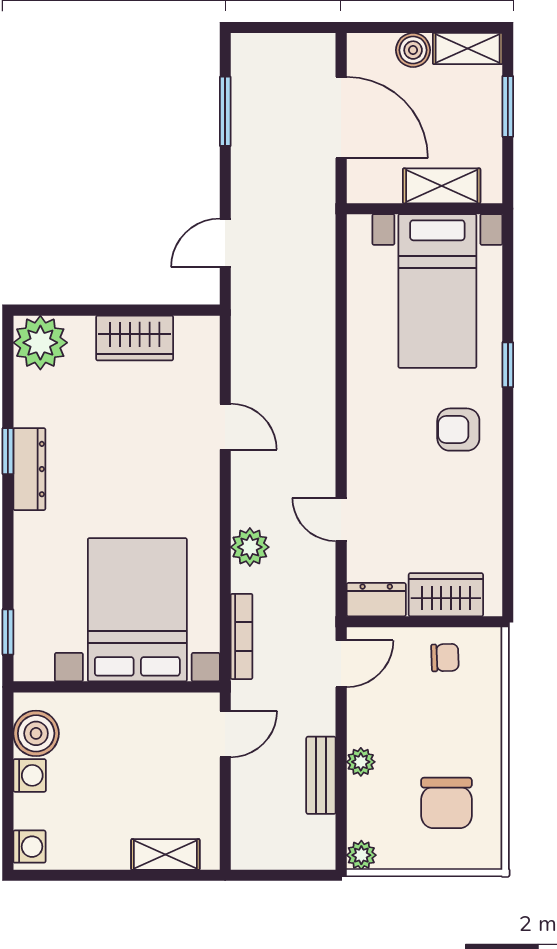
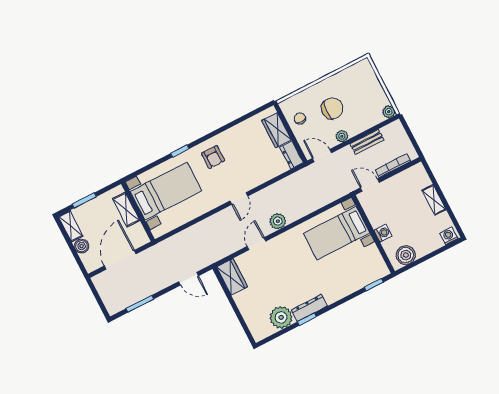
wardrobe: (135, 338) -> (232, 277), moved
plant: (40, 343) -> (281, 317), moved
door: (341, 519) -> (239, 198), moved
plant: (250, 547) -> (278, 221), moved
bed with nightstands: (137, 610) -> (337, 233), width x0.73
bookcase: (242, 636) -> (393, 166), moved
plant: (361, 762) -> (342, 136), moved
washing machine: (30, 775) -> (383, 233), moved, turned 90
chair: (446, 803) -> (332, 108), moved
shelving: (165, 854) -> (434, 200), moved

